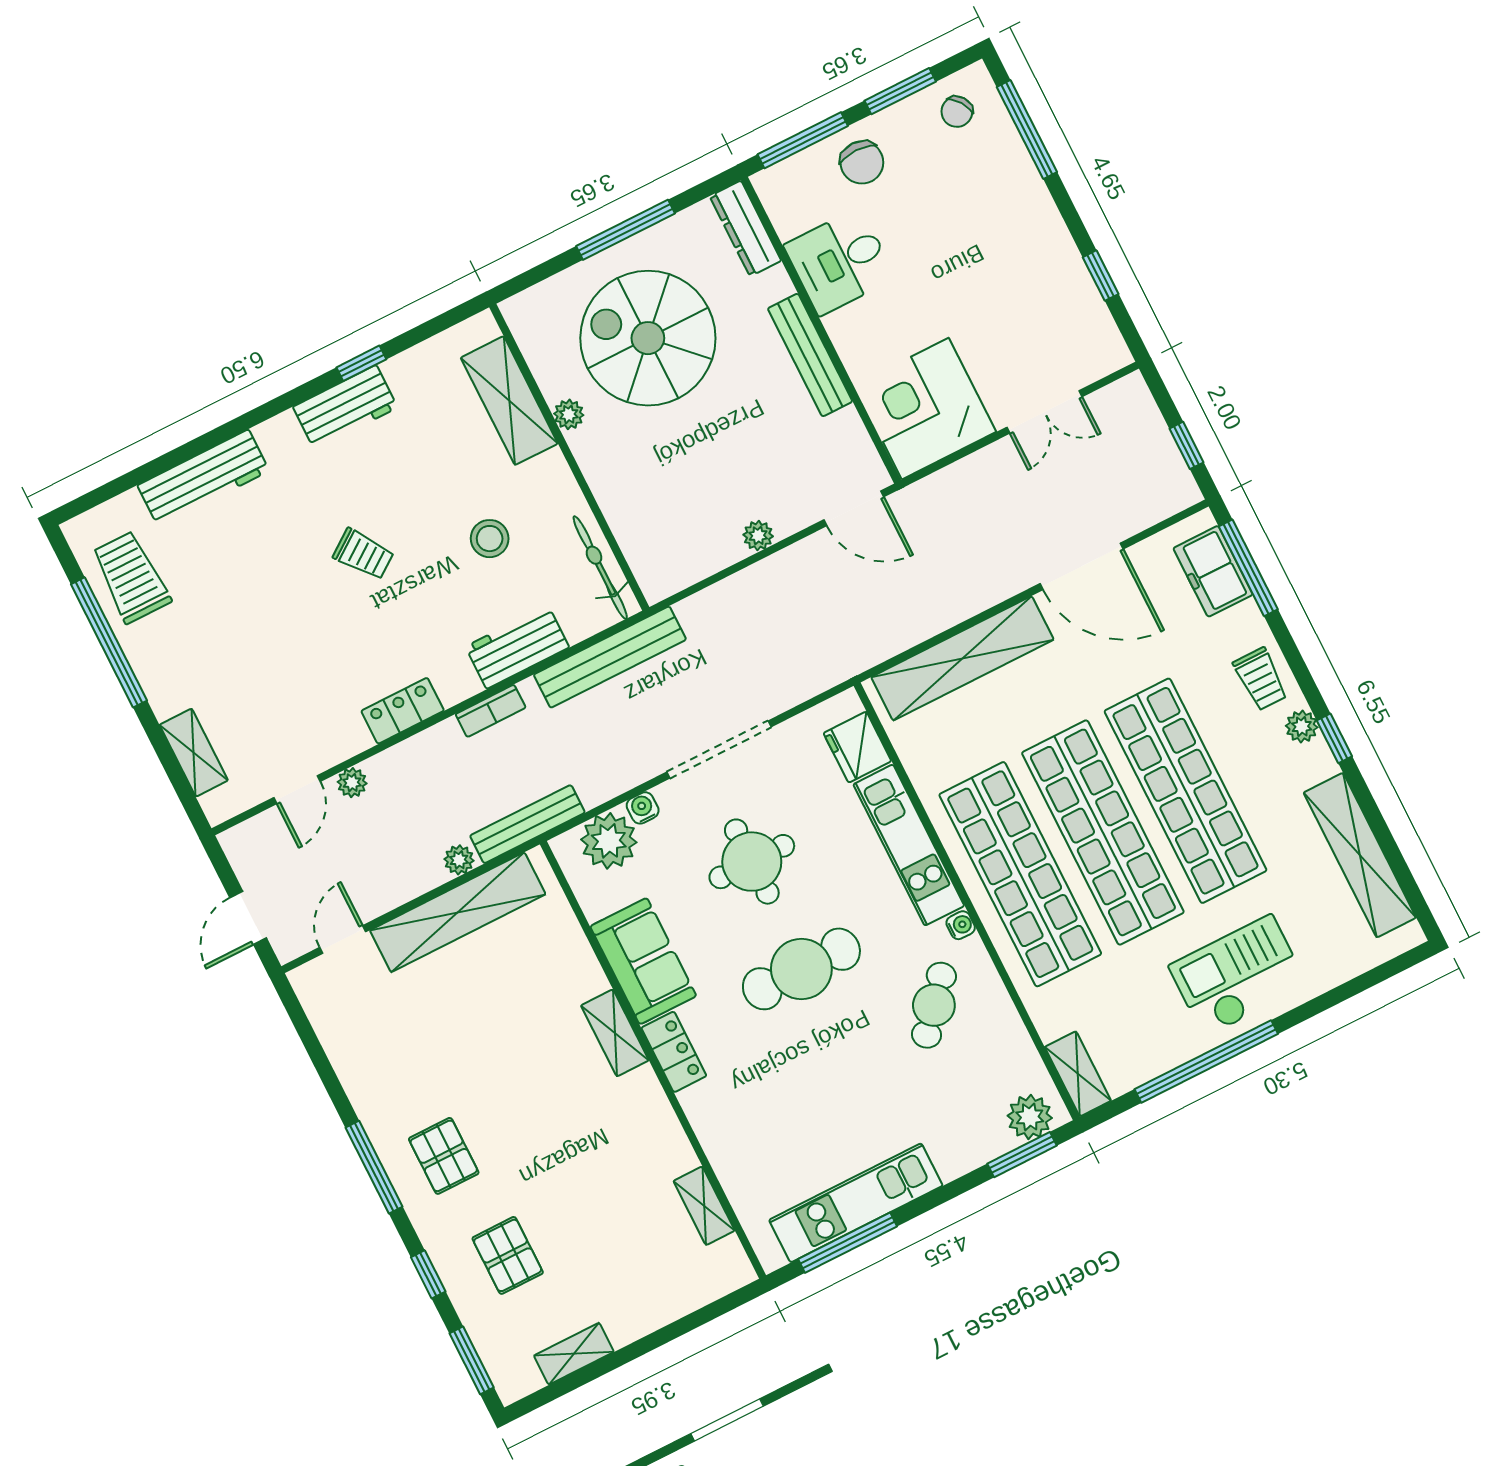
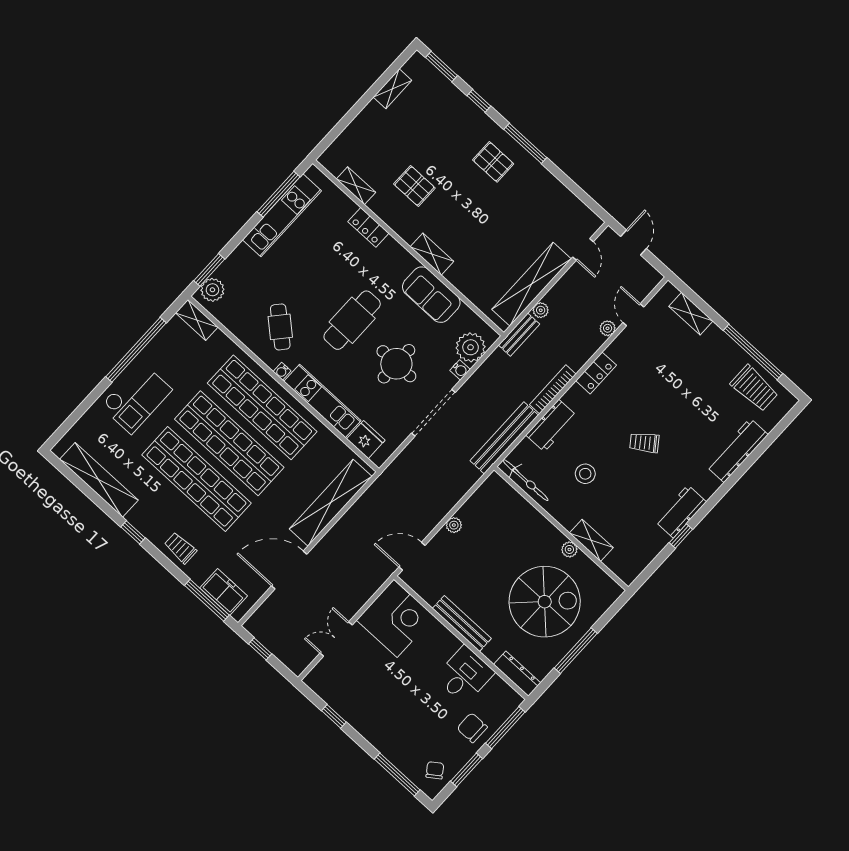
shelving: (509, 401) -> (591, 540), width x0.67, depth x0.75
bookcase: (491, 711) -> (553, 389), width x1.56
plant: (1302, 727) -> (151, 532), removed
bench: (527, 824) -> (519, 335), width x0.73
locker: (674, 1052) -> (368, 227), moved
pallet: (508, 1255) -> (414, 186), moved

